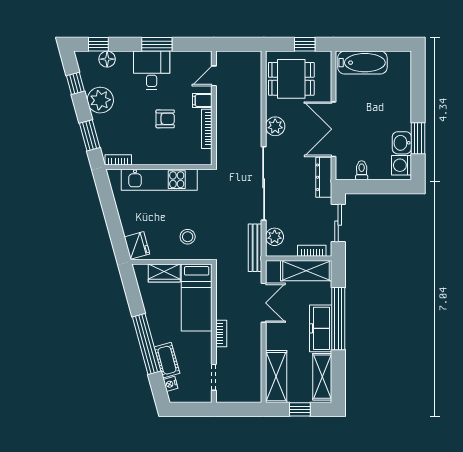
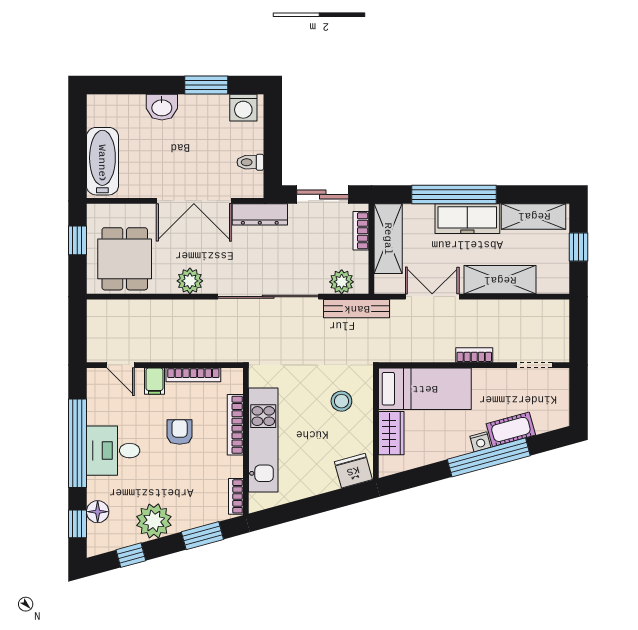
window: (157, 44) -> (77, 443), width x2.11
washbasin: (402, 143) -> (162, 107), moved
bookcase: (170, 159) -> (235, 425), added
shelving: (276, 377) -> (500, 280), moved
nightstand: (171, 384) -> (480, 442), moved

